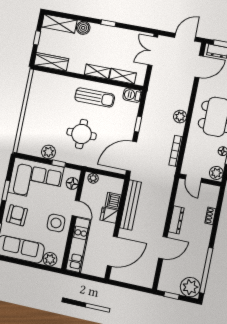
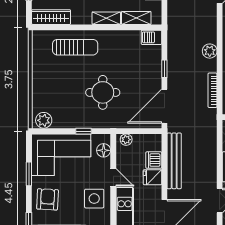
sun lounger: (95, 97) -> (75, 47), moved
plant: (48, 152) -> (44, 120), moved

